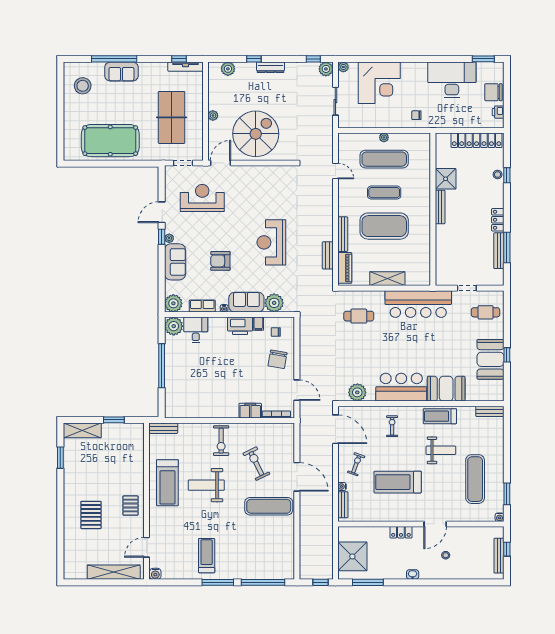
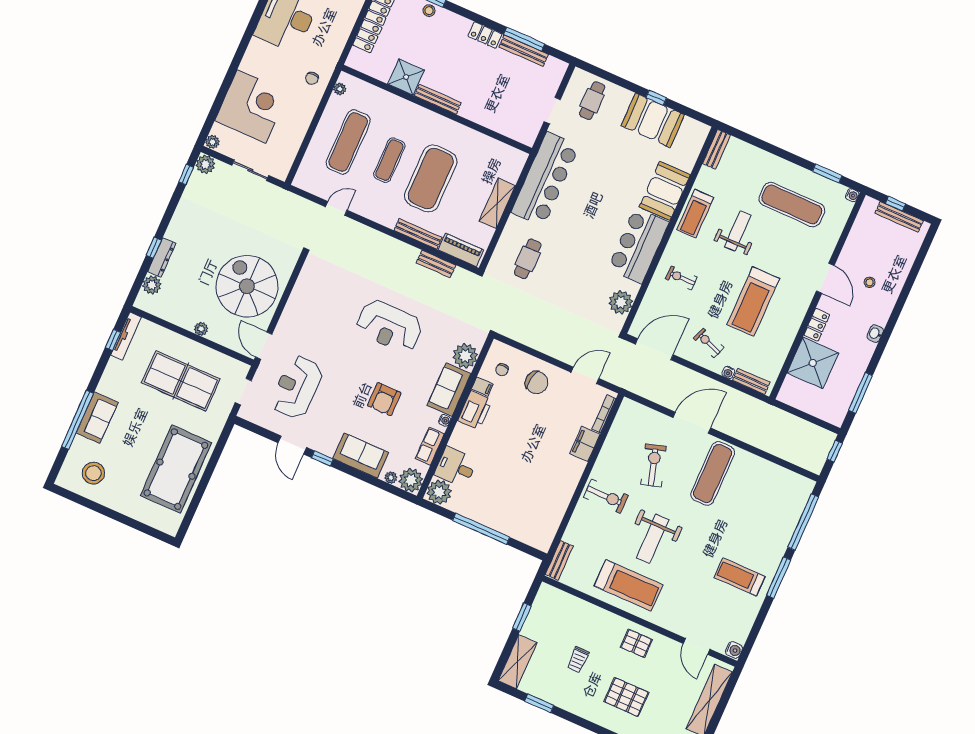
dresser: (270, 67) -> (162, 257), moved
plant: (384, 137) -> (340, 89), moved
plant: (169, 238) -> (391, 478), moved
exercise bike: (256, 464) -> (653, 465), turned 99
trolley: (102, 471) -> (578, 660), added
shower: (352, 556) -> (813, 363), moved

